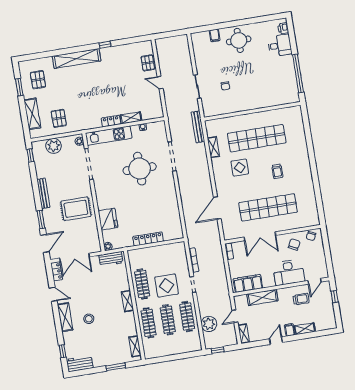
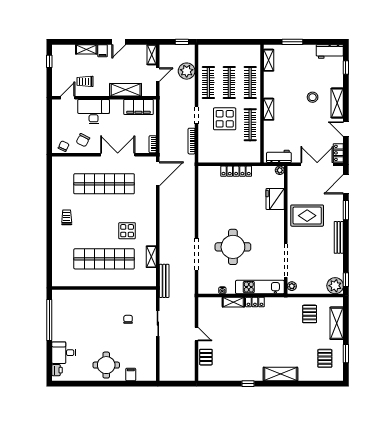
shelving: (77, 58) -> (280, 374), width x0.68
plant: (54, 146) -> (335, 286), moved
trolley: (277, 171) -> (67, 217), moved
door: (217, 208) -> (158, 174), moved
window: (335, 297) -> (49, 61), moved

